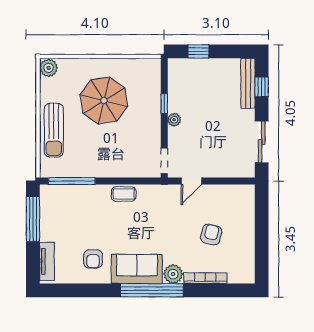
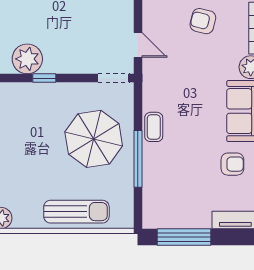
parasol: (104, 101) -> (94, 139), moved
plant: (174, 120) -> (27, 59), moved, width x1.88, depth x1.88
window: (72, 181) -> (138, 159), moved

